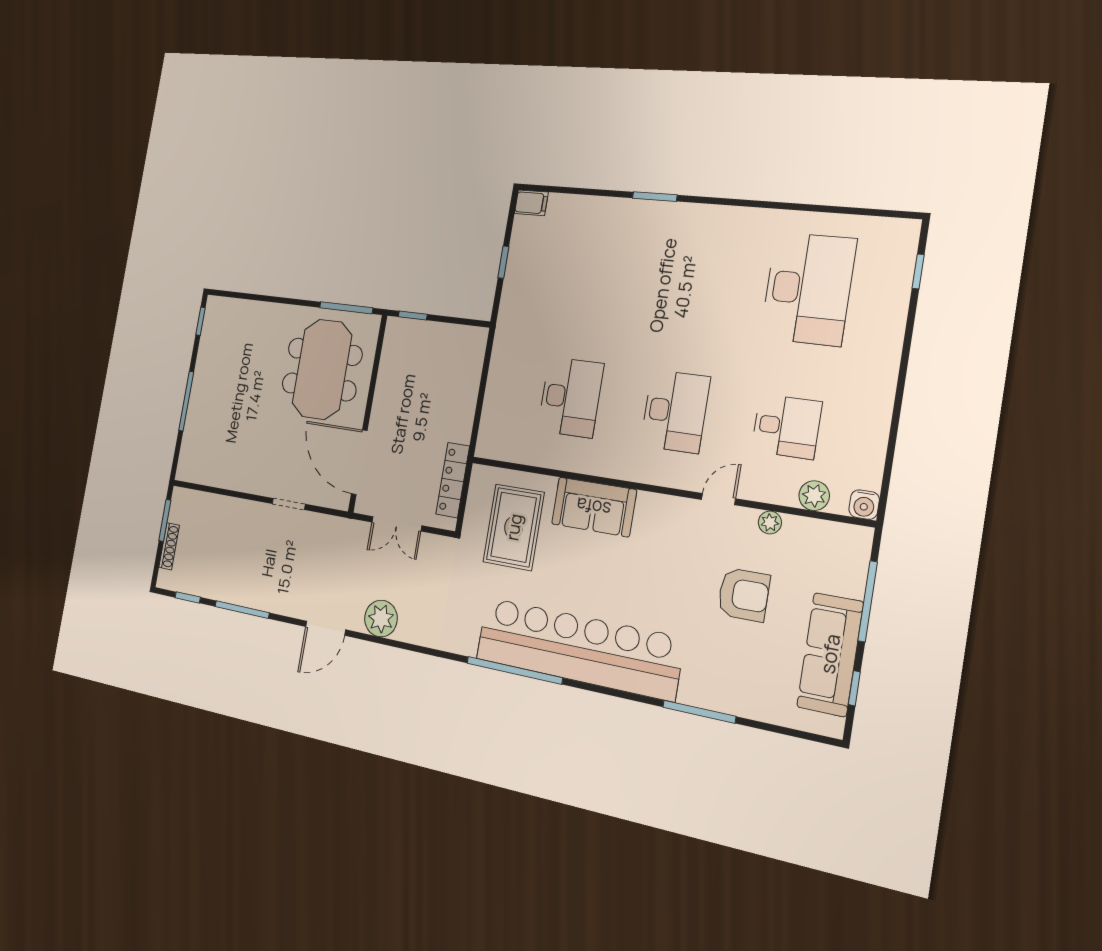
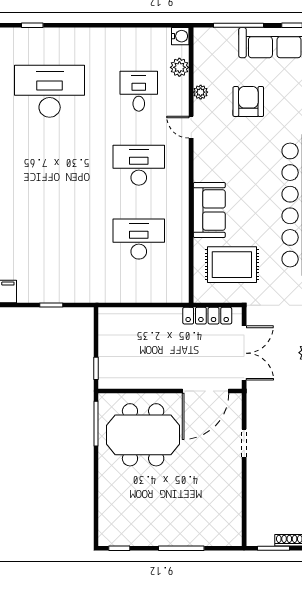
double door: (397, 524) -> (244, 353), width x1.37

